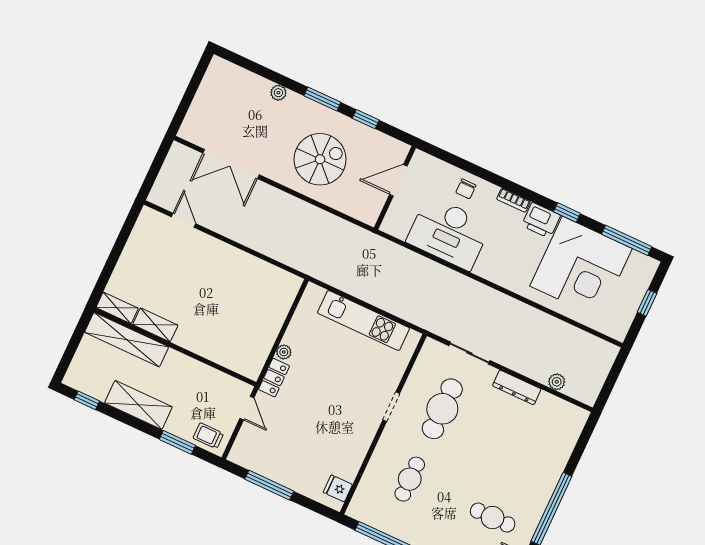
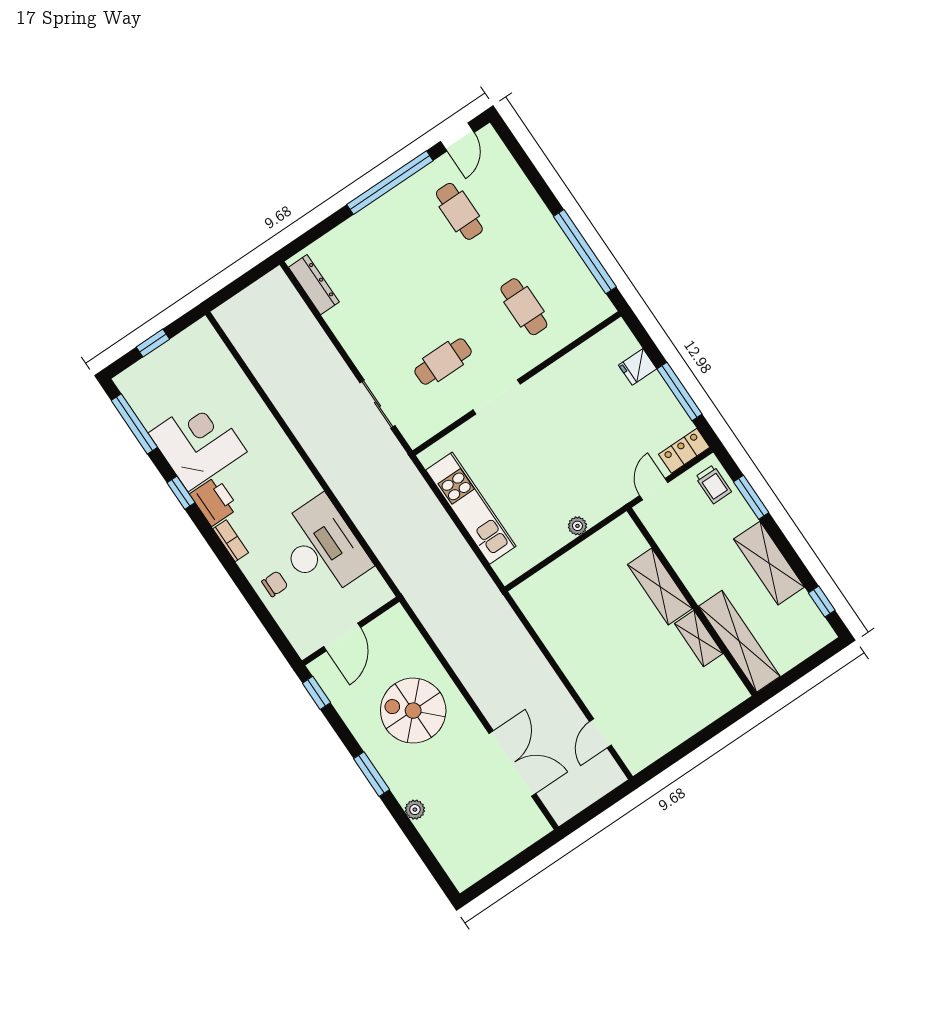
window: (366, 119) -> (316, 693), moved
door: (398, 180) -> (342, 637), hinge flipped
corner desk: (581, 267) -> (198, 442), width x0.74, depth x0.74
shelving: (117, 308) -> (660, 586), moved, width x1.50, depth x1.33
locker: (274, 378) -> (684, 451), moved
plant: (557, 382) -> (302, 316), removed
dresser: (517, 387) -> (314, 285), moved
doorway: (391, 407) -> (497, 397), width x1.38
cafe table: (442, 409) -> (443, 362), width x0.73, depth x0.74
cafe table: (410, 479) -> (524, 307), turned 90
fridge: (338, 488) -> (638, 367), moved, turned 90

